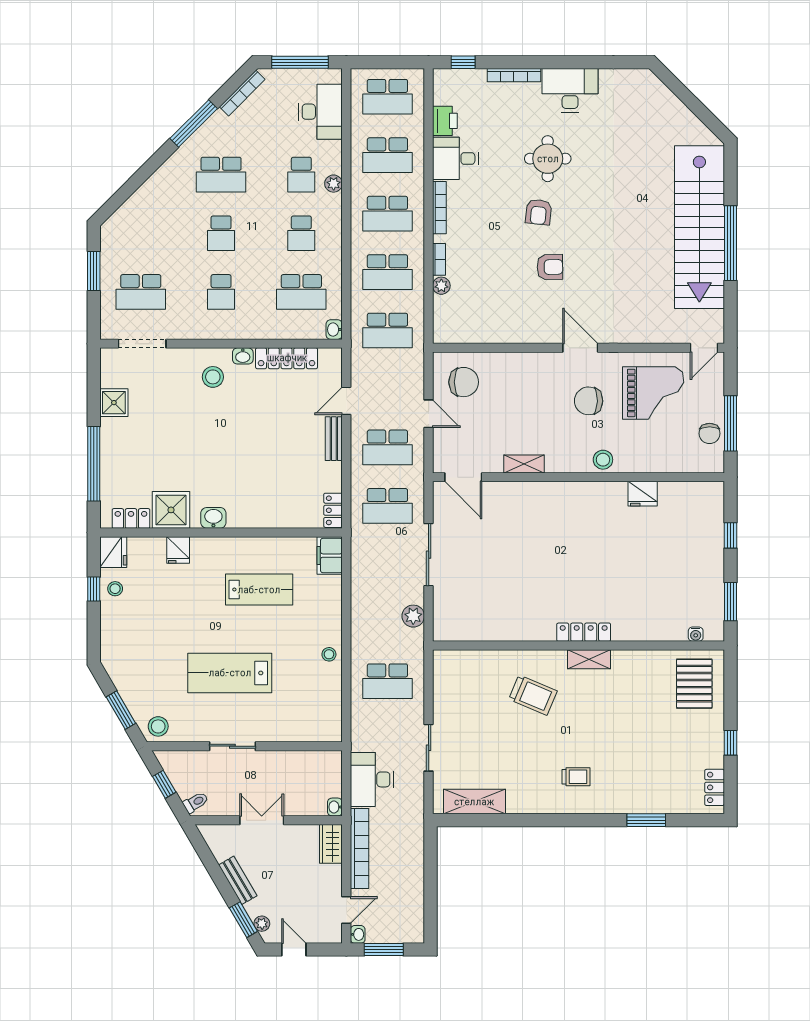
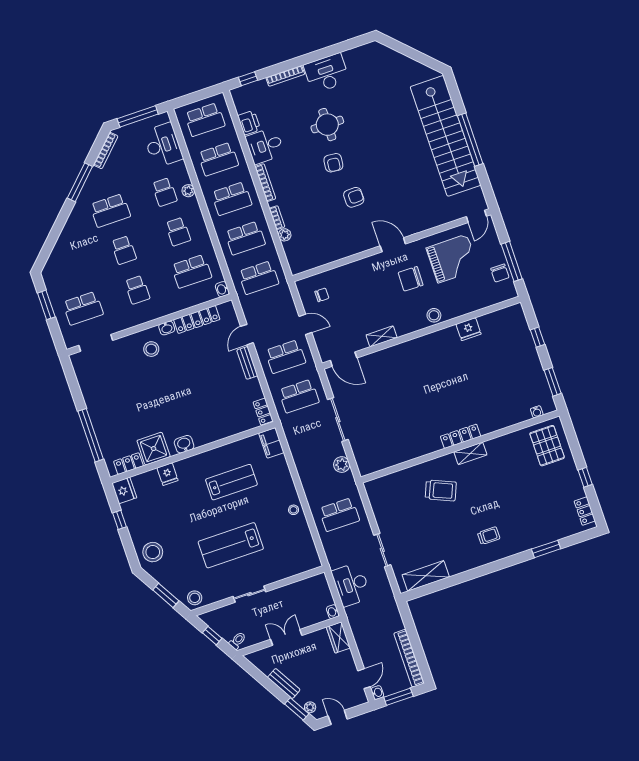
chair: (464, 382) -> (322, 295), width x0.54, depth x0.54
shower: (114, 403) -> (90, 389), removed
stool: (115, 589) -> (153, 552), moved, width x1.89, depth x1.89
bookcase: (360, 848) -> (409, 658), moved, turned 180

